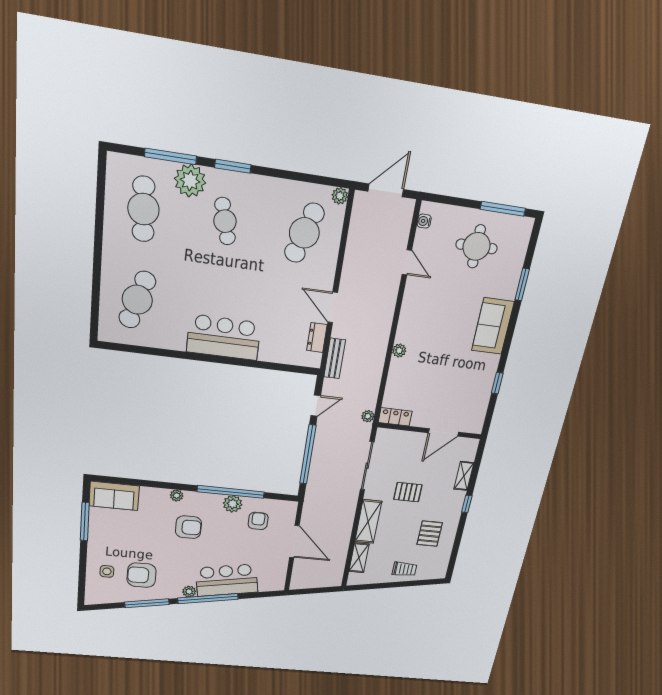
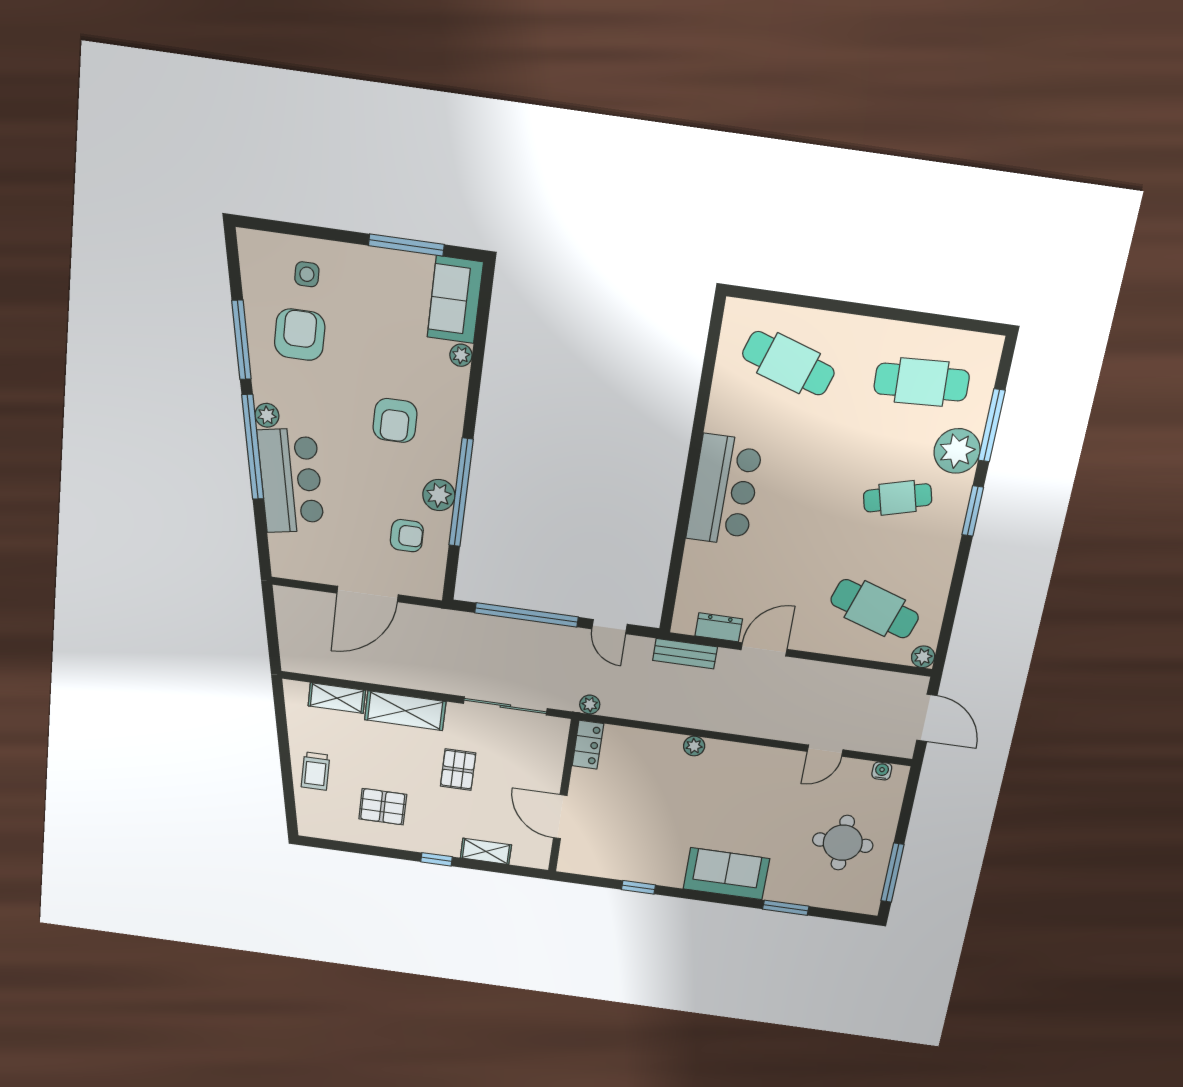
plant: (177, 496) -> (461, 355), moved

